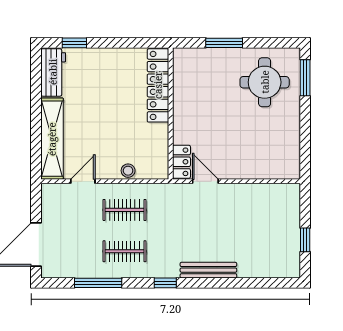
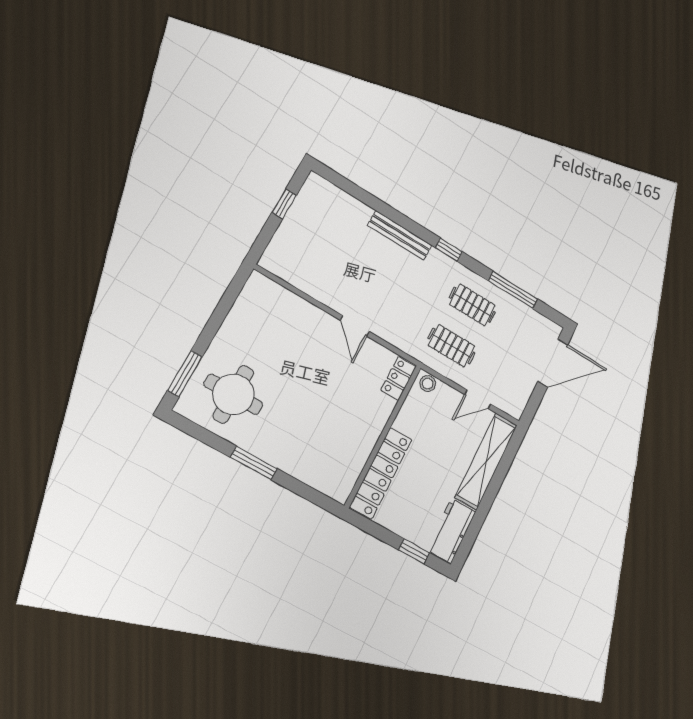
locker: (158, 85) -> (381, 473), moved
wall: (171, 113) -> (383, 435), moved
locker: (181, 162) -> (398, 378), moved

